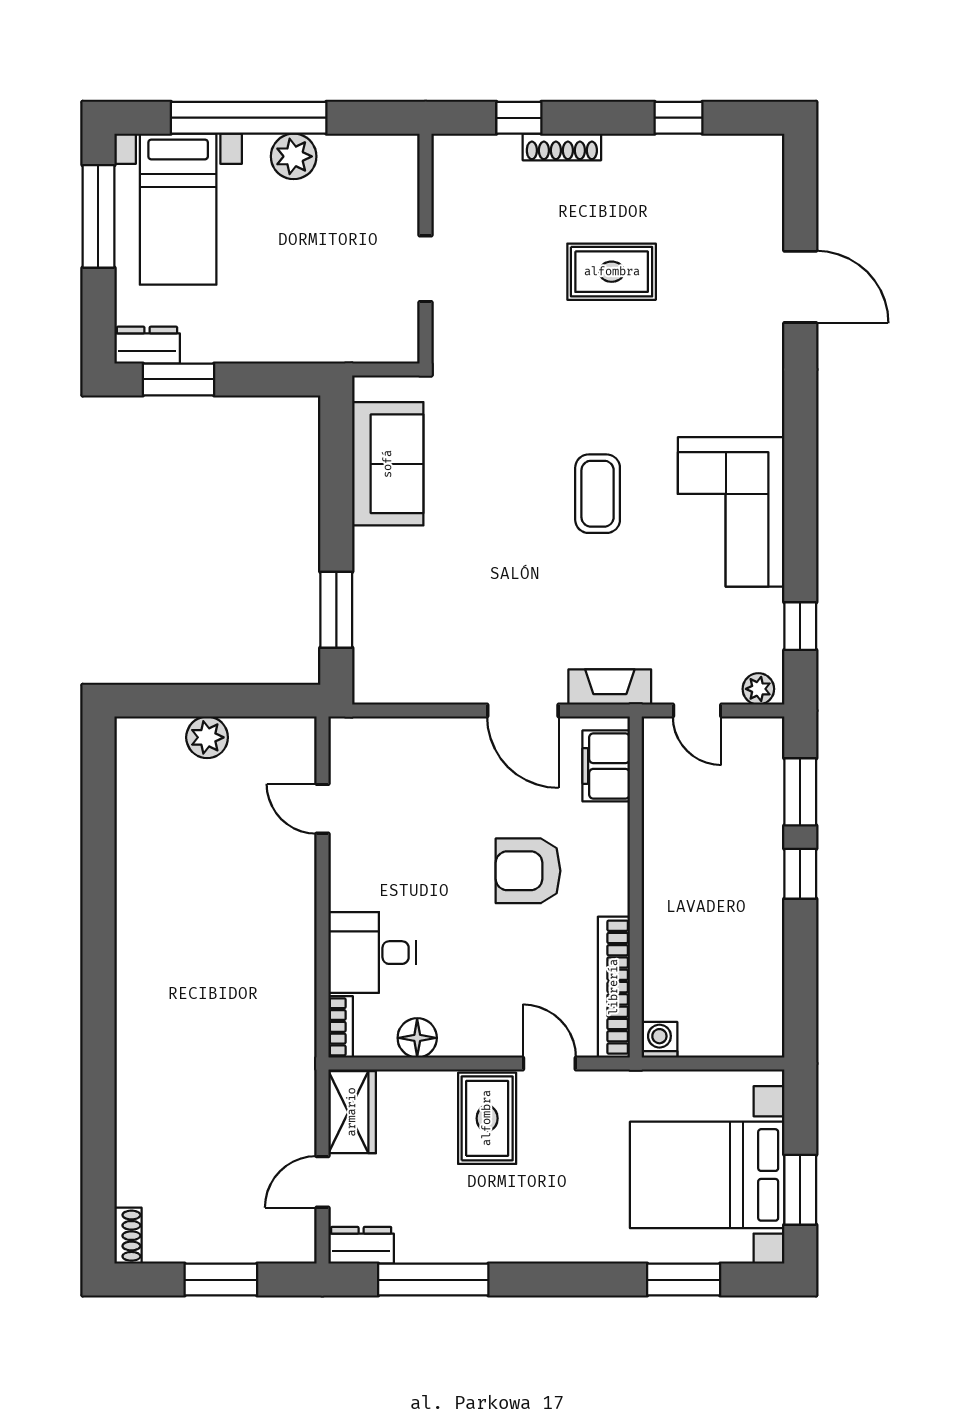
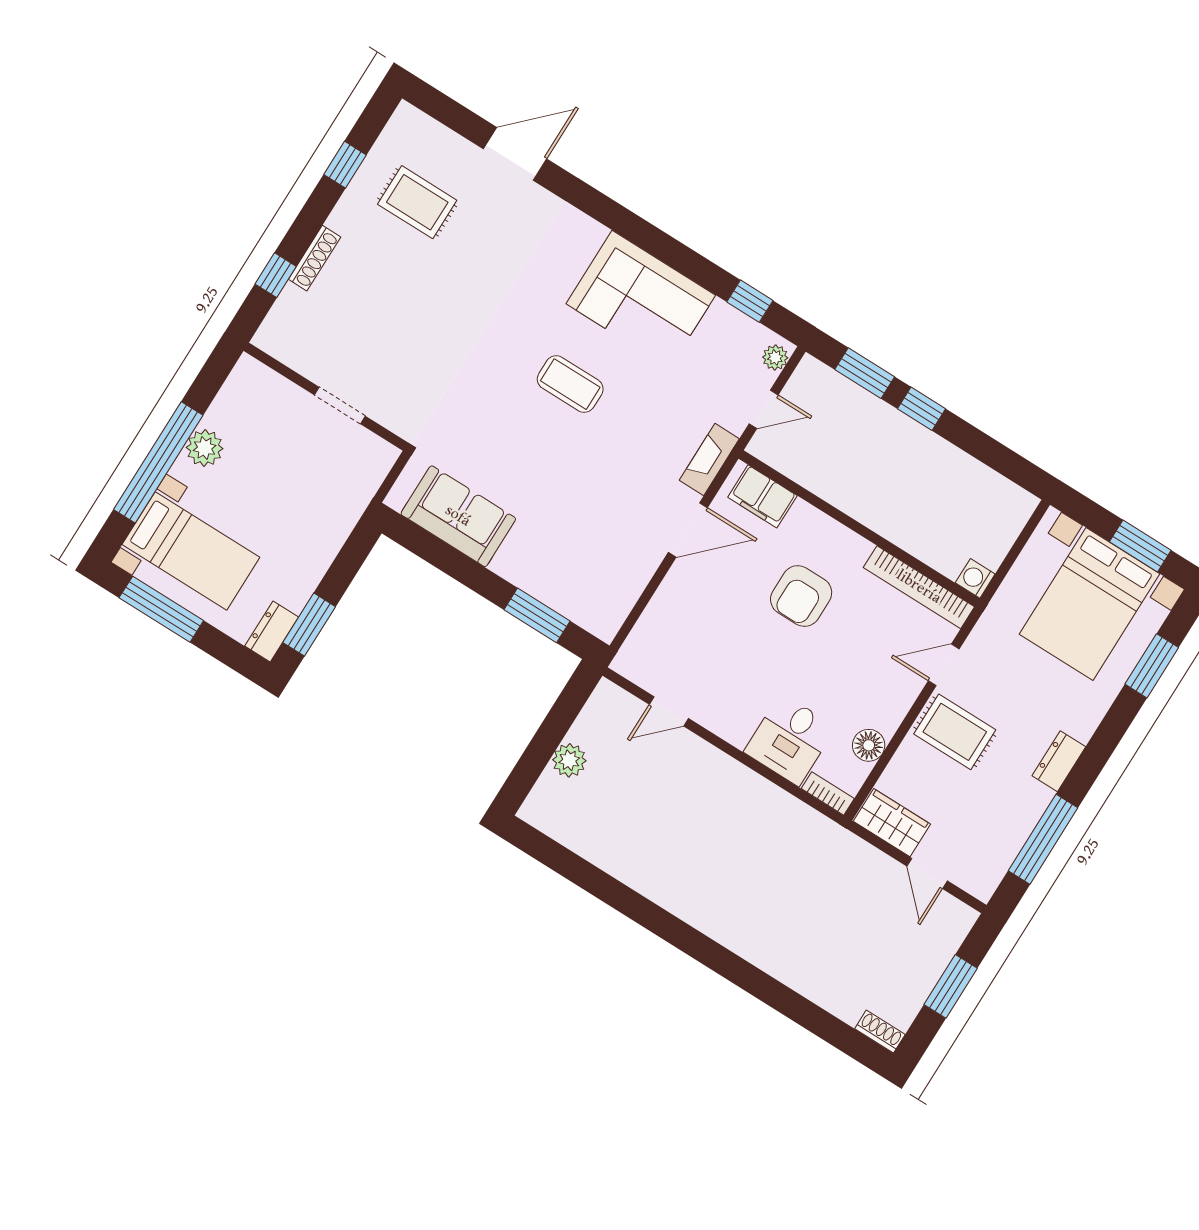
rug: (612, 272) -> (417, 202), moved, turned 90
dresser: (361, 1245) -> (1059, 761), moved

